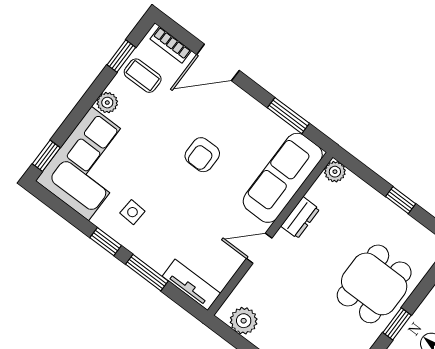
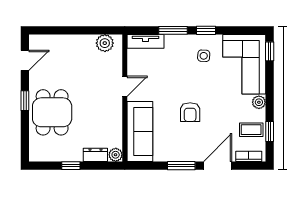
window: (288, 116) -> (181, 166), moved
armchair: (202, 155) -> (190, 112), turned 180
dresser: (300, 218) -> (95, 155), moved, turned 90

